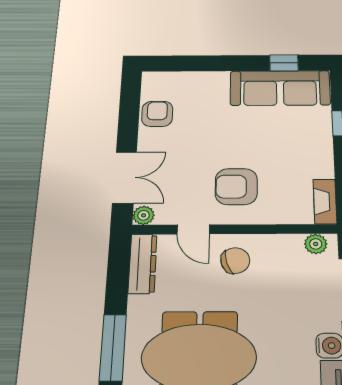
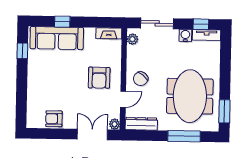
sofa: (280, 88) -> (57, 38), moved, turned 90
chair: (235, 261) -> (141, 79), turned -123

